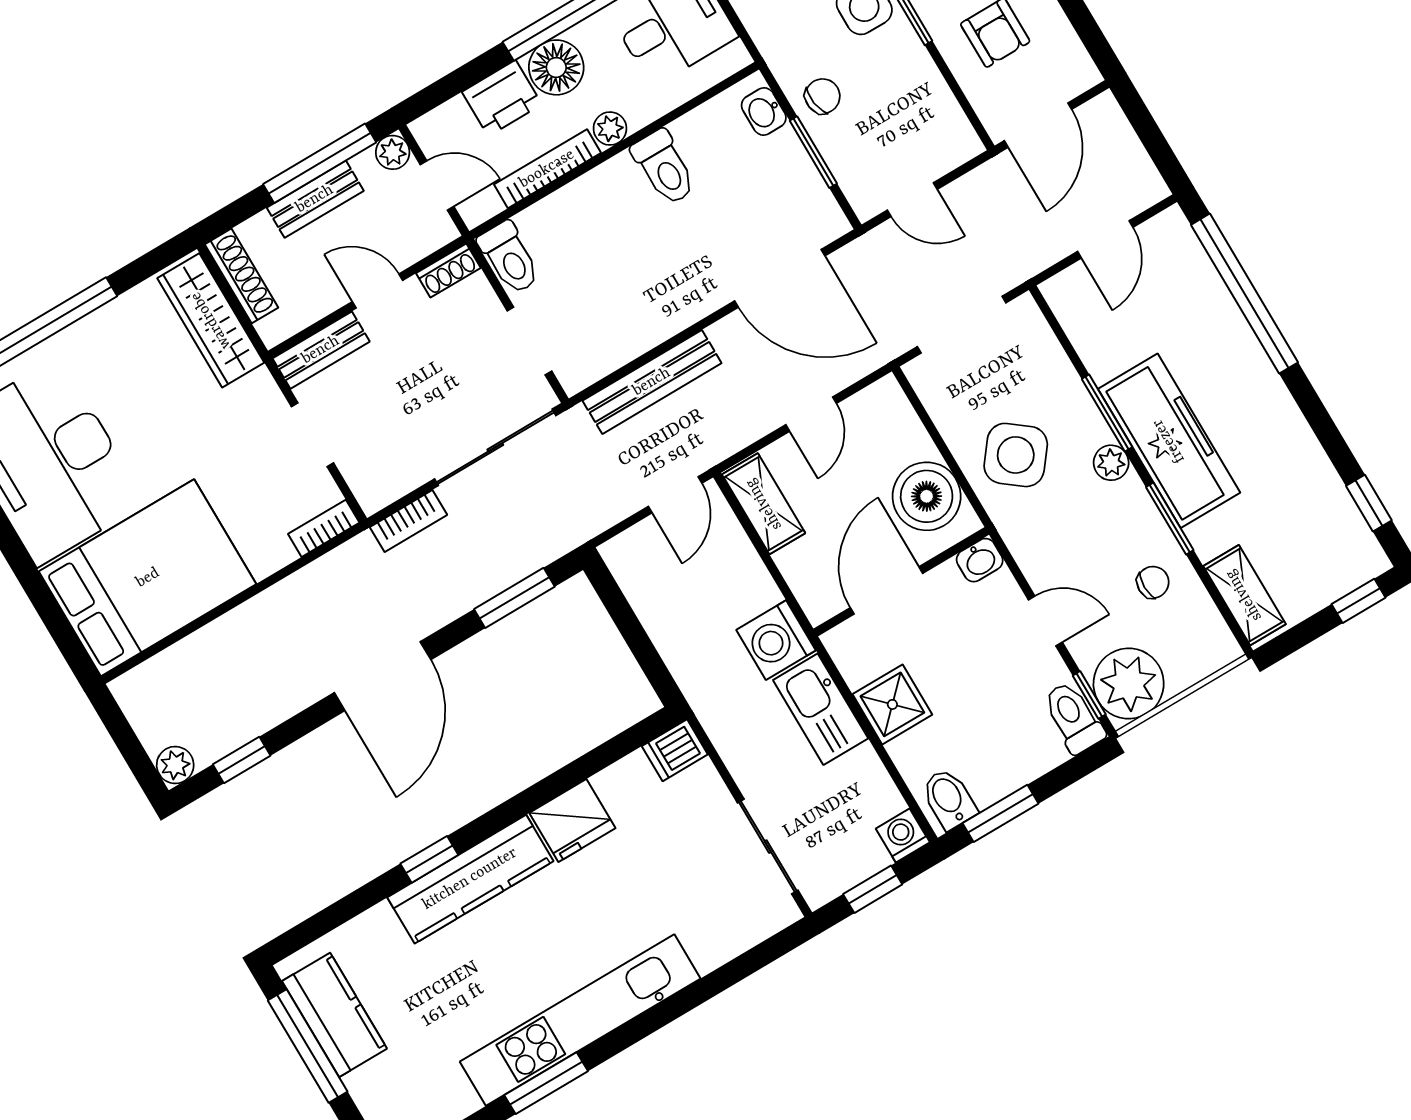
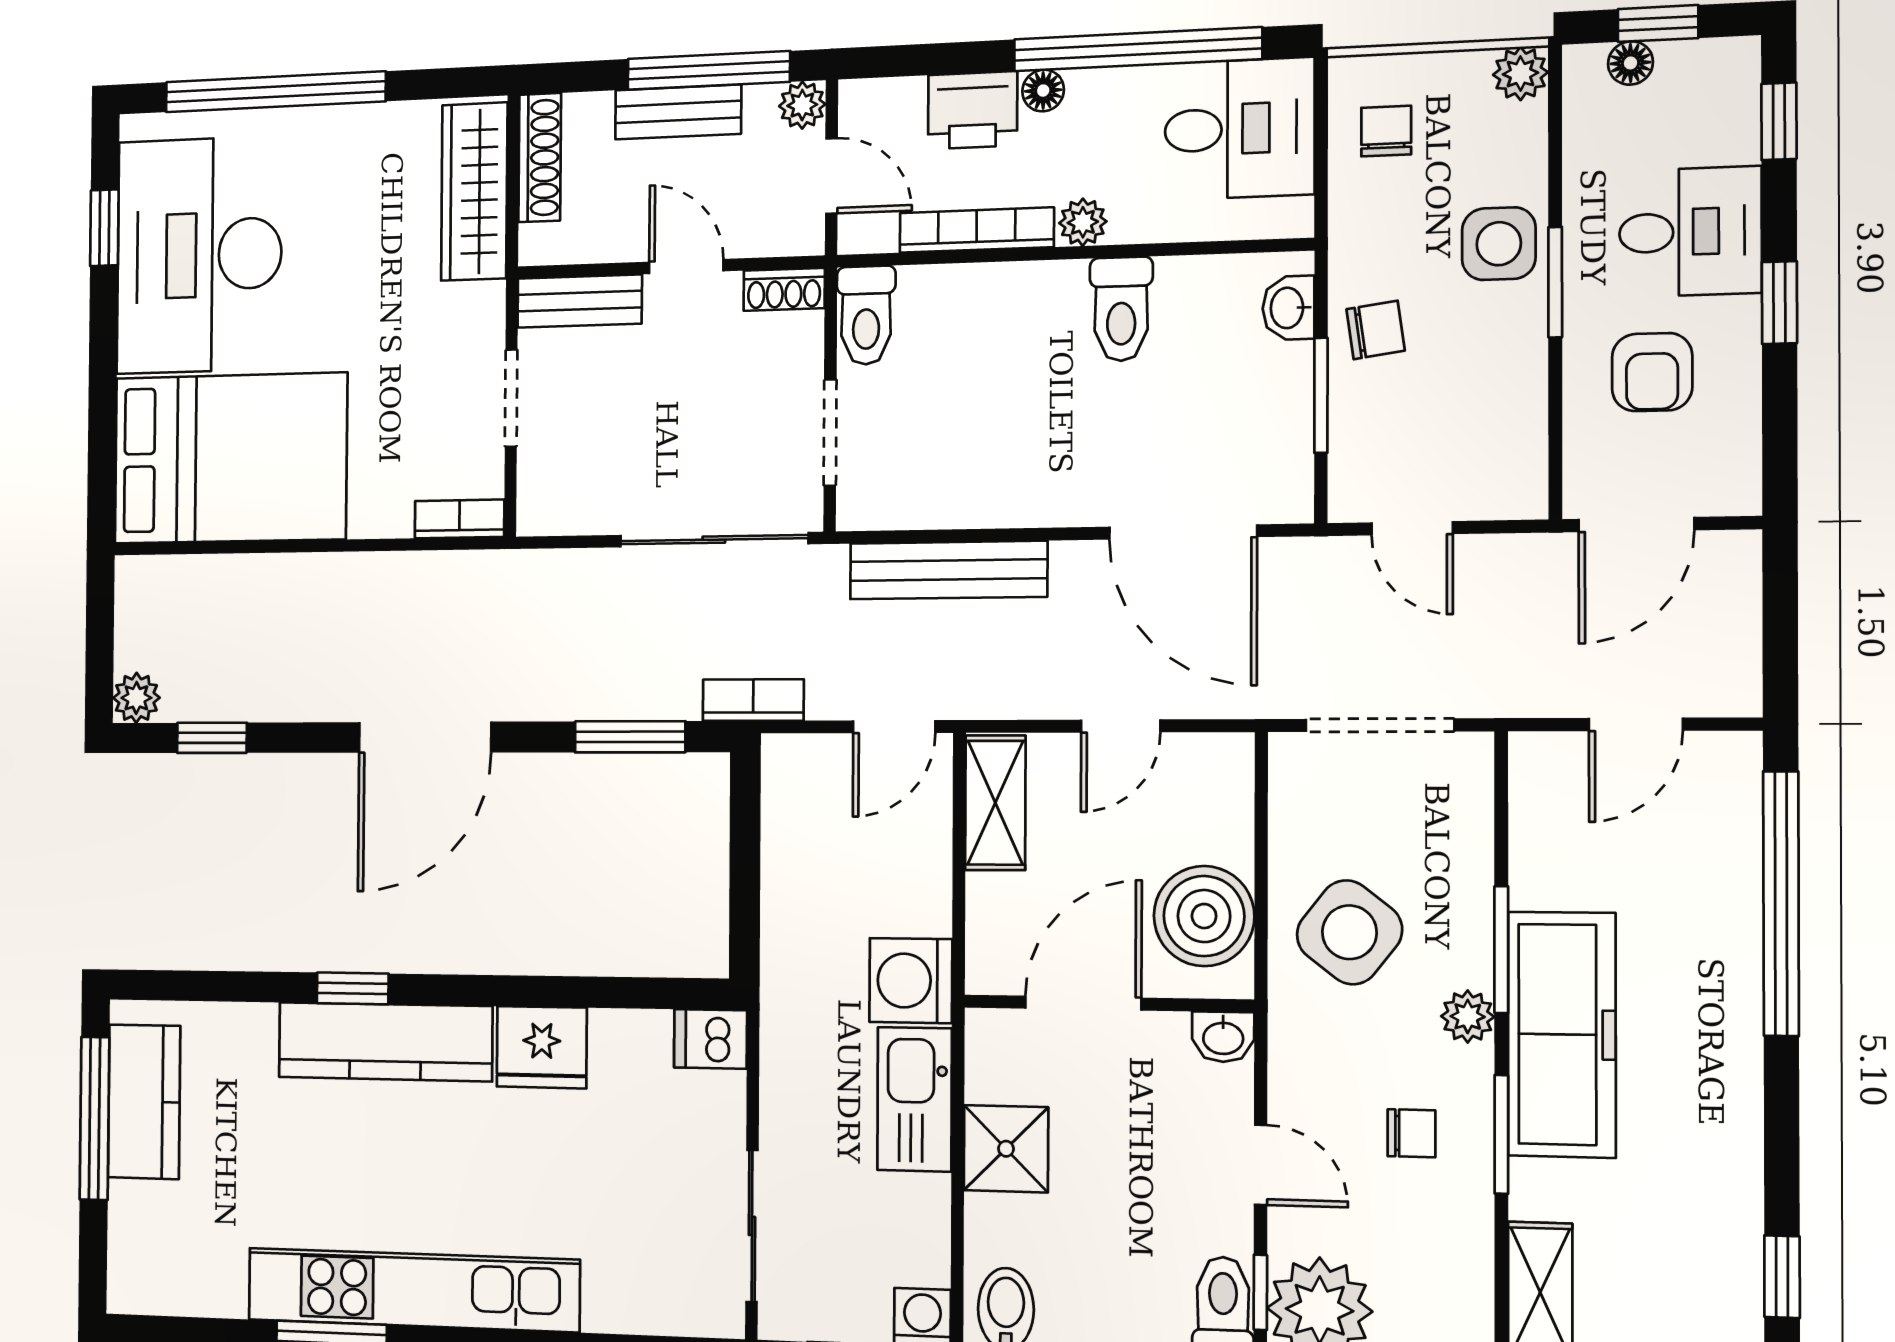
floor lamp: (556, 67) -> (1043, 91), width x0.53, depth x0.53
bookcase: (408, 521) -> (753, 700), moved, turned 180
chair: (1153, 582) -> (1411, 1133), moved

